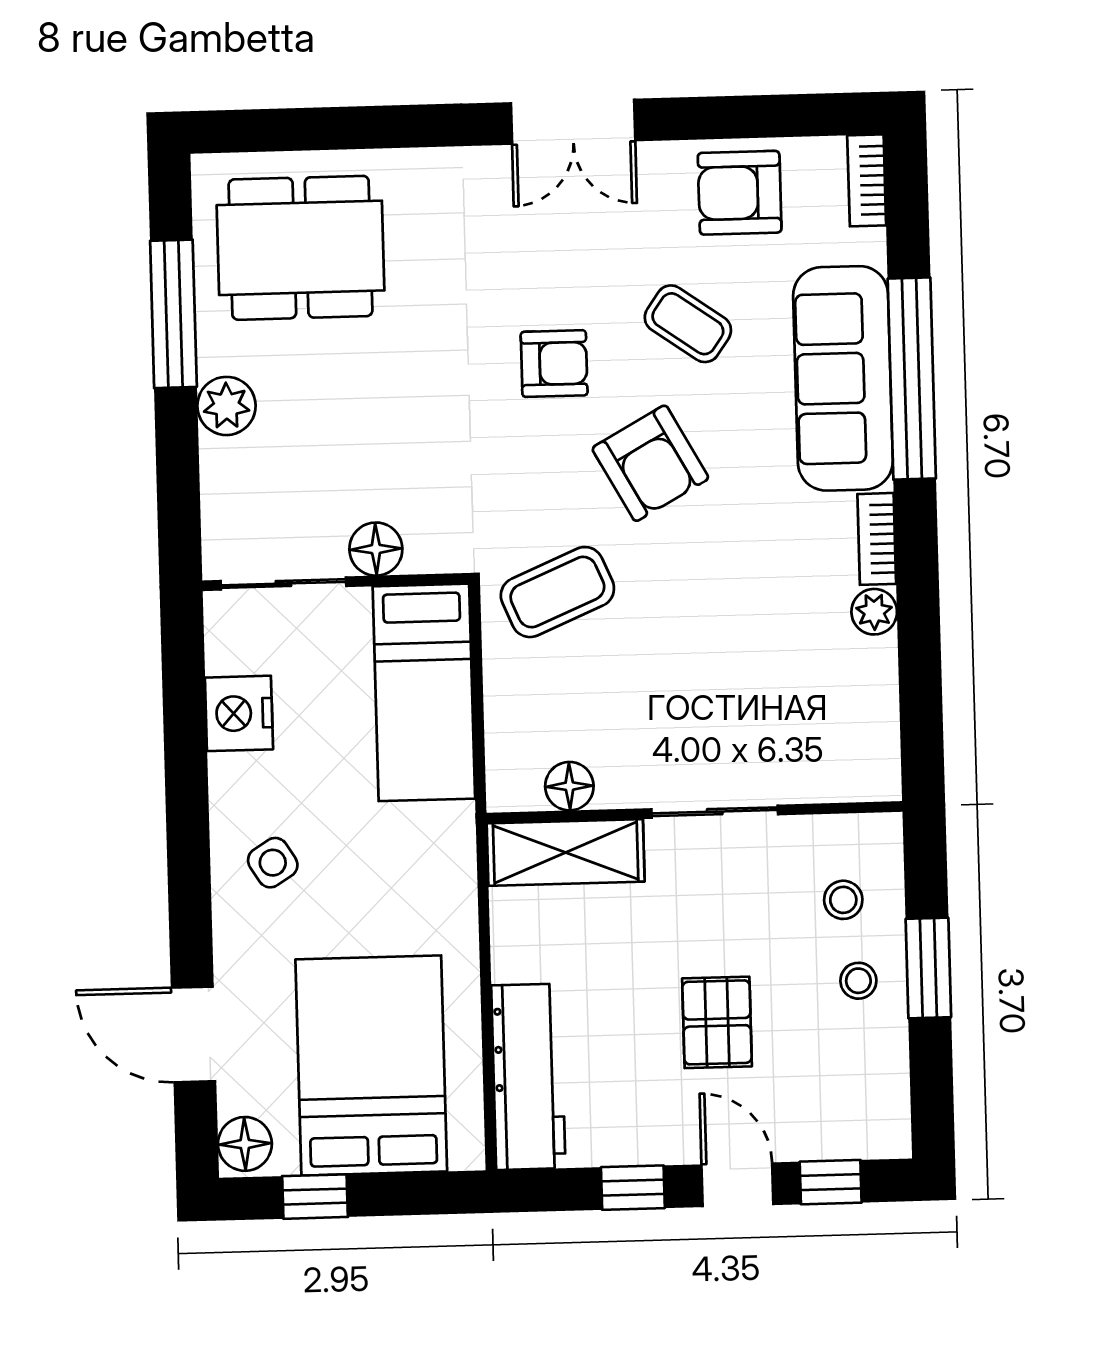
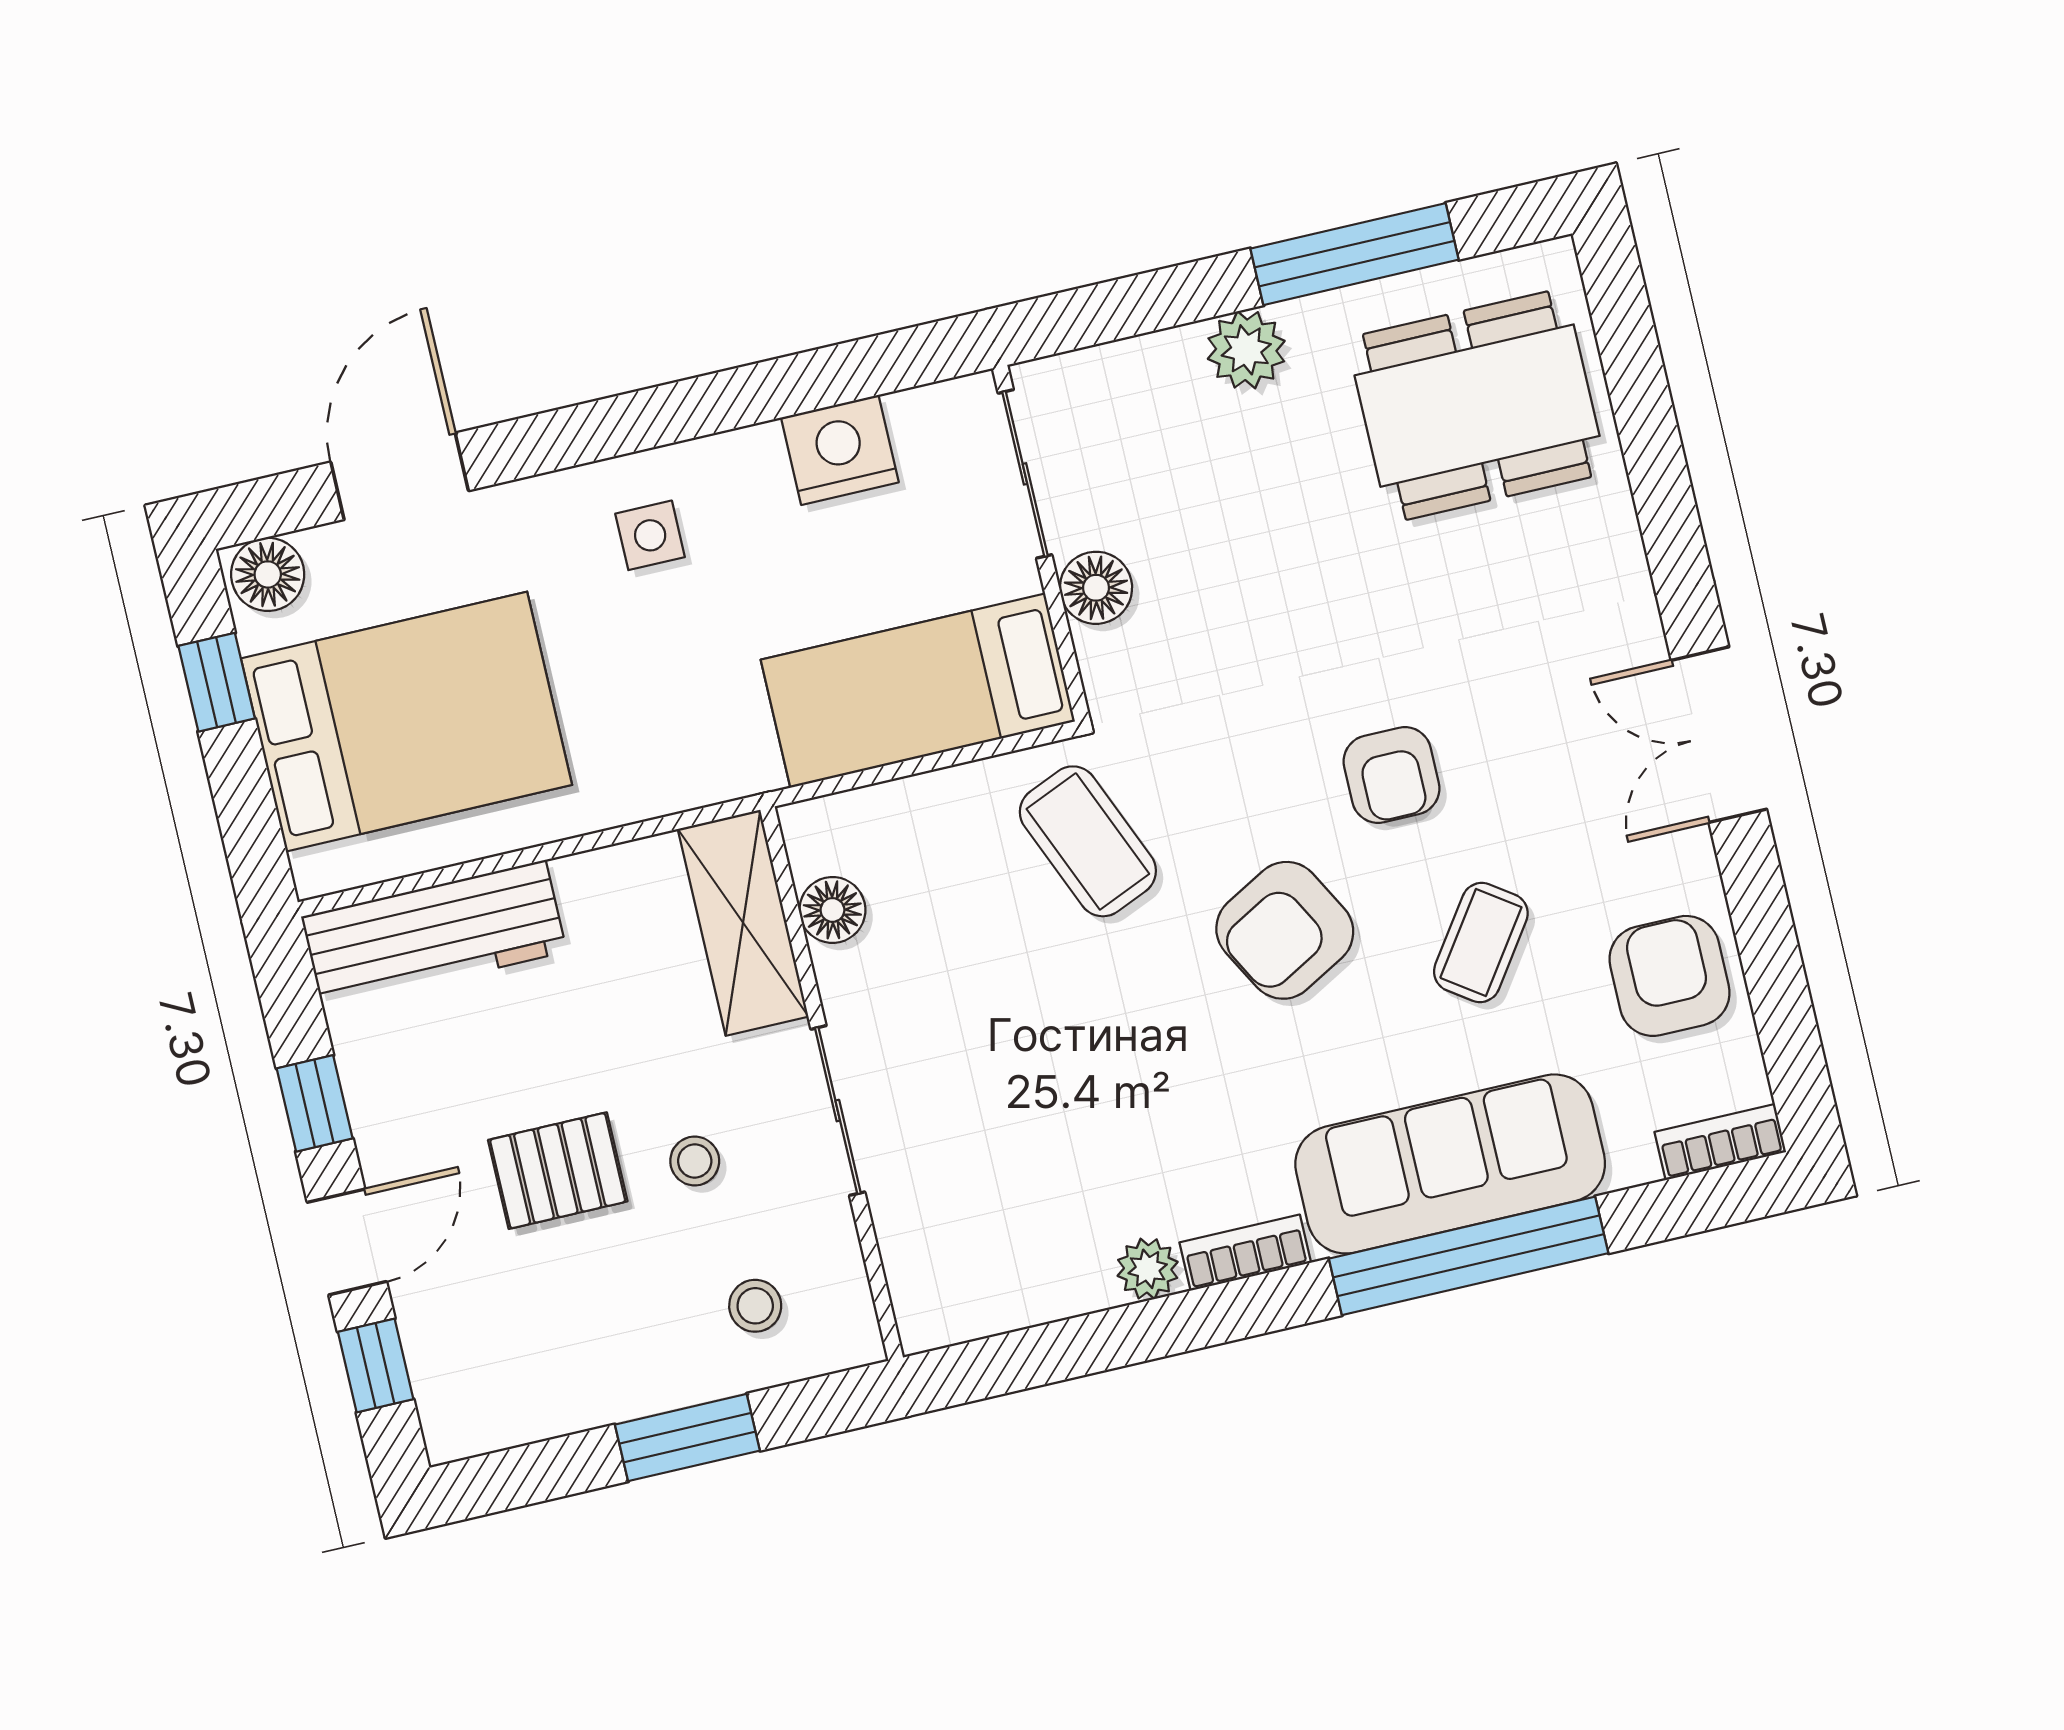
dining table: (300, 248) -> (1477, 406), turned 90
side table: (273, 863) -> (650, 535), turned 32
stool: (858, 981) -> (695, 1161), moved

